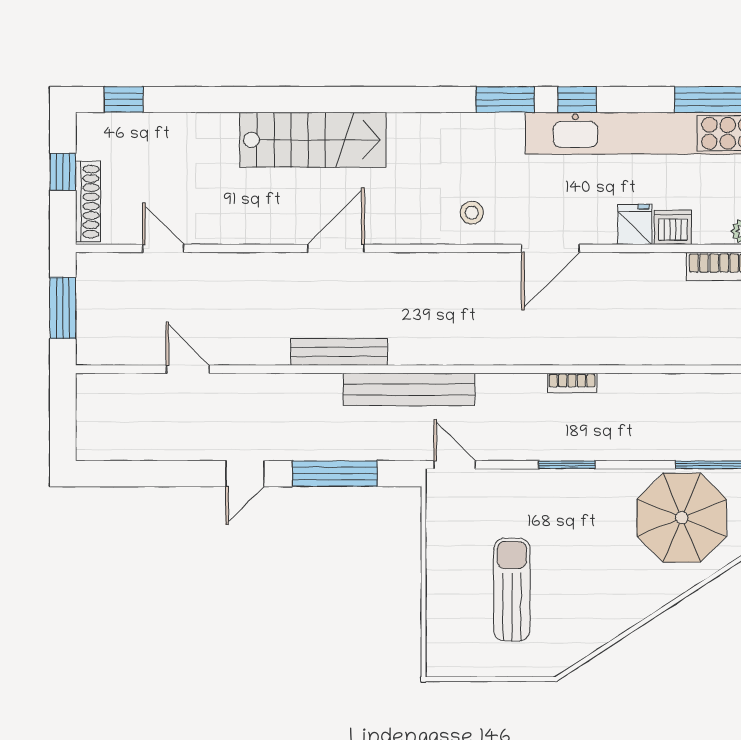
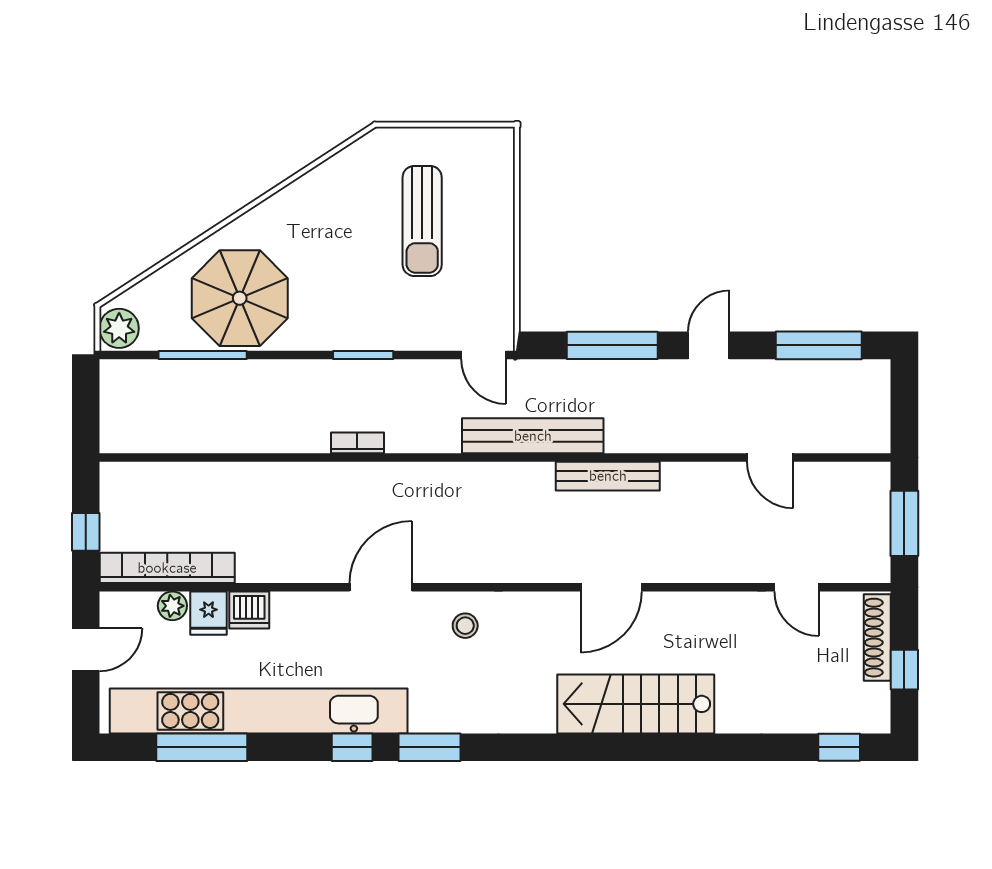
fridge: (635, 224) -> (209, 613), moved
window: (142, 474) -> (819, 345), added

